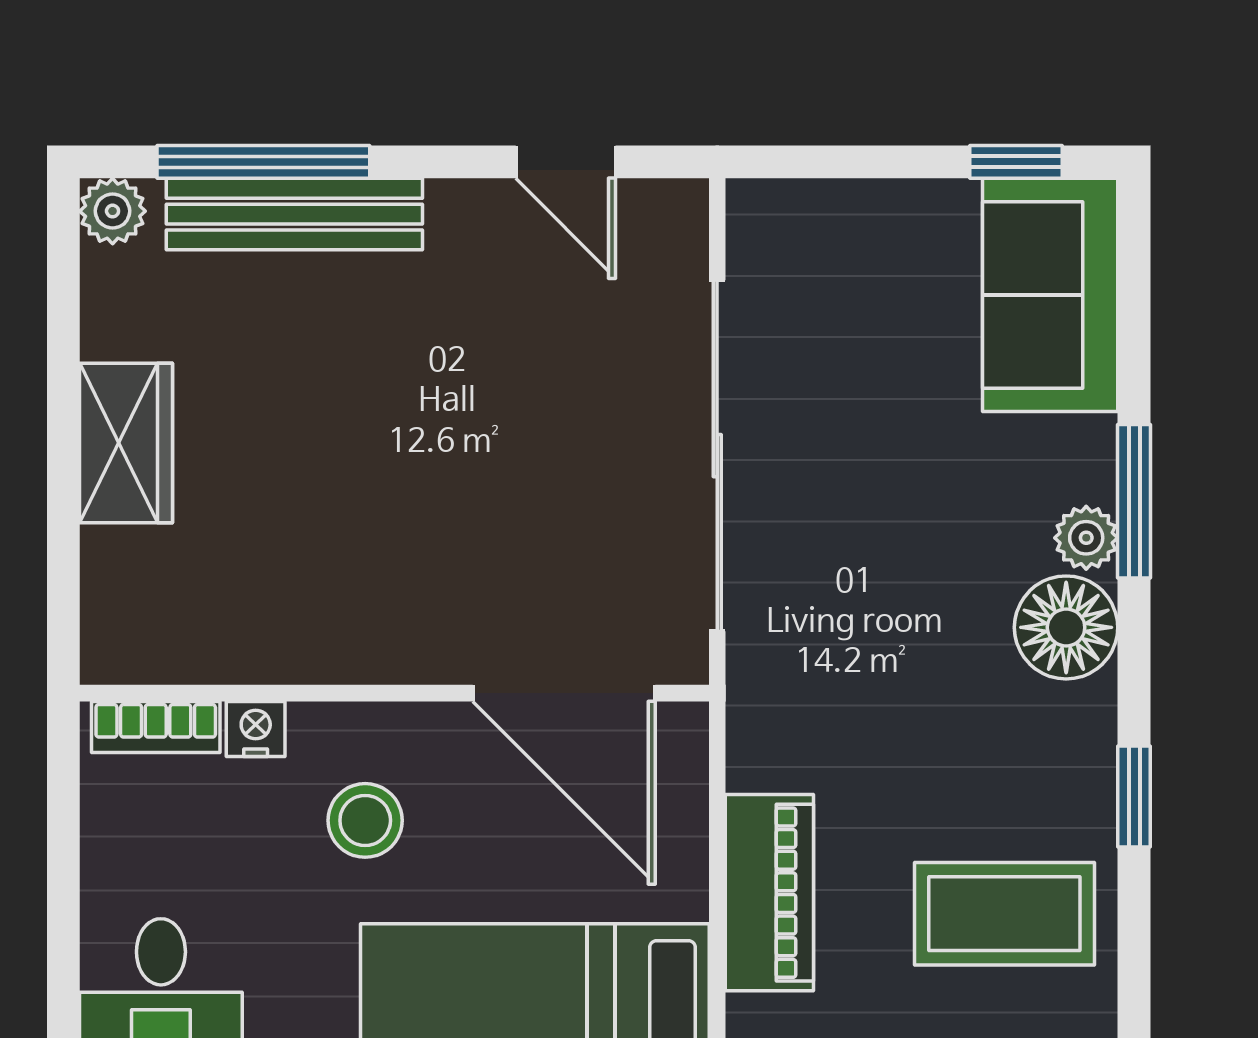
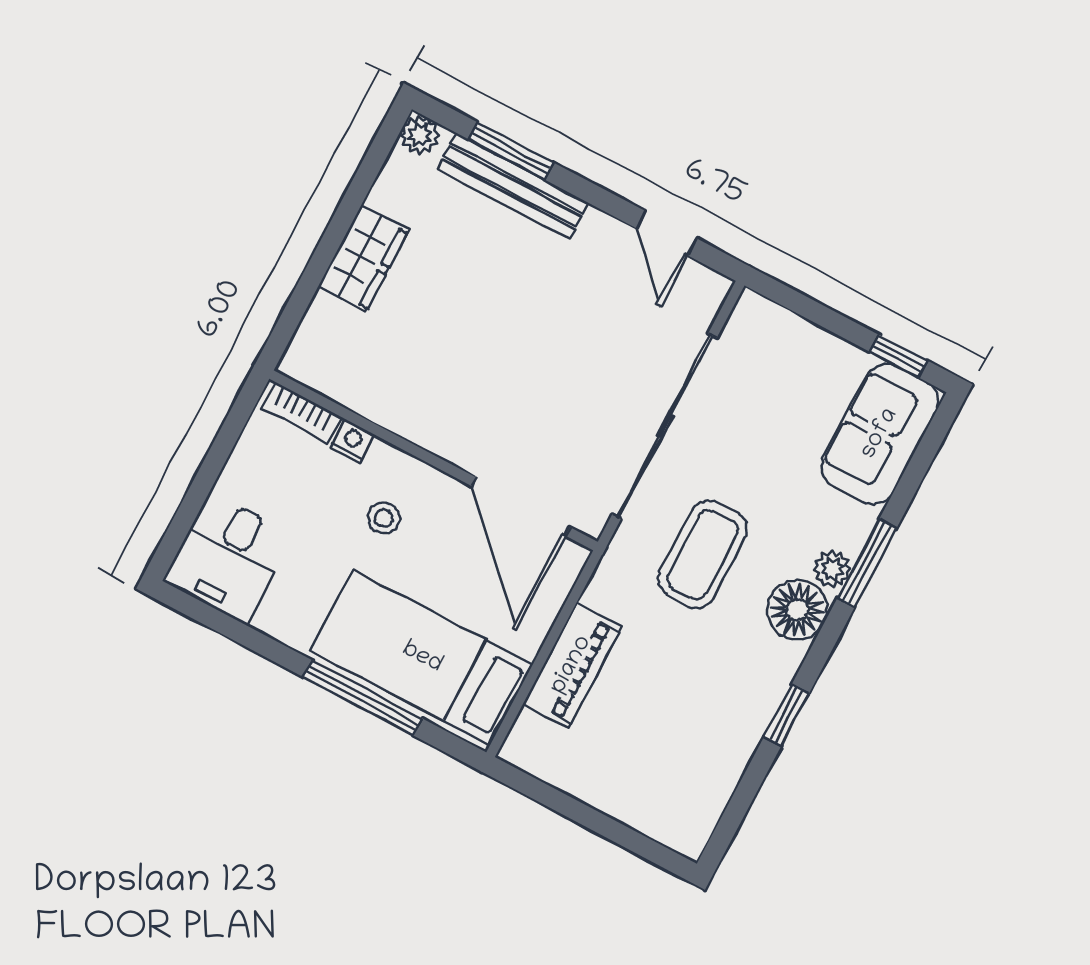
window: (263, 162) -> (511, 151), width x0.69
stool: (365, 820) -> (384, 518), width x0.73, depth x0.73
coffee table: (1004, 914) -> (702, 554), moved, turned 90

